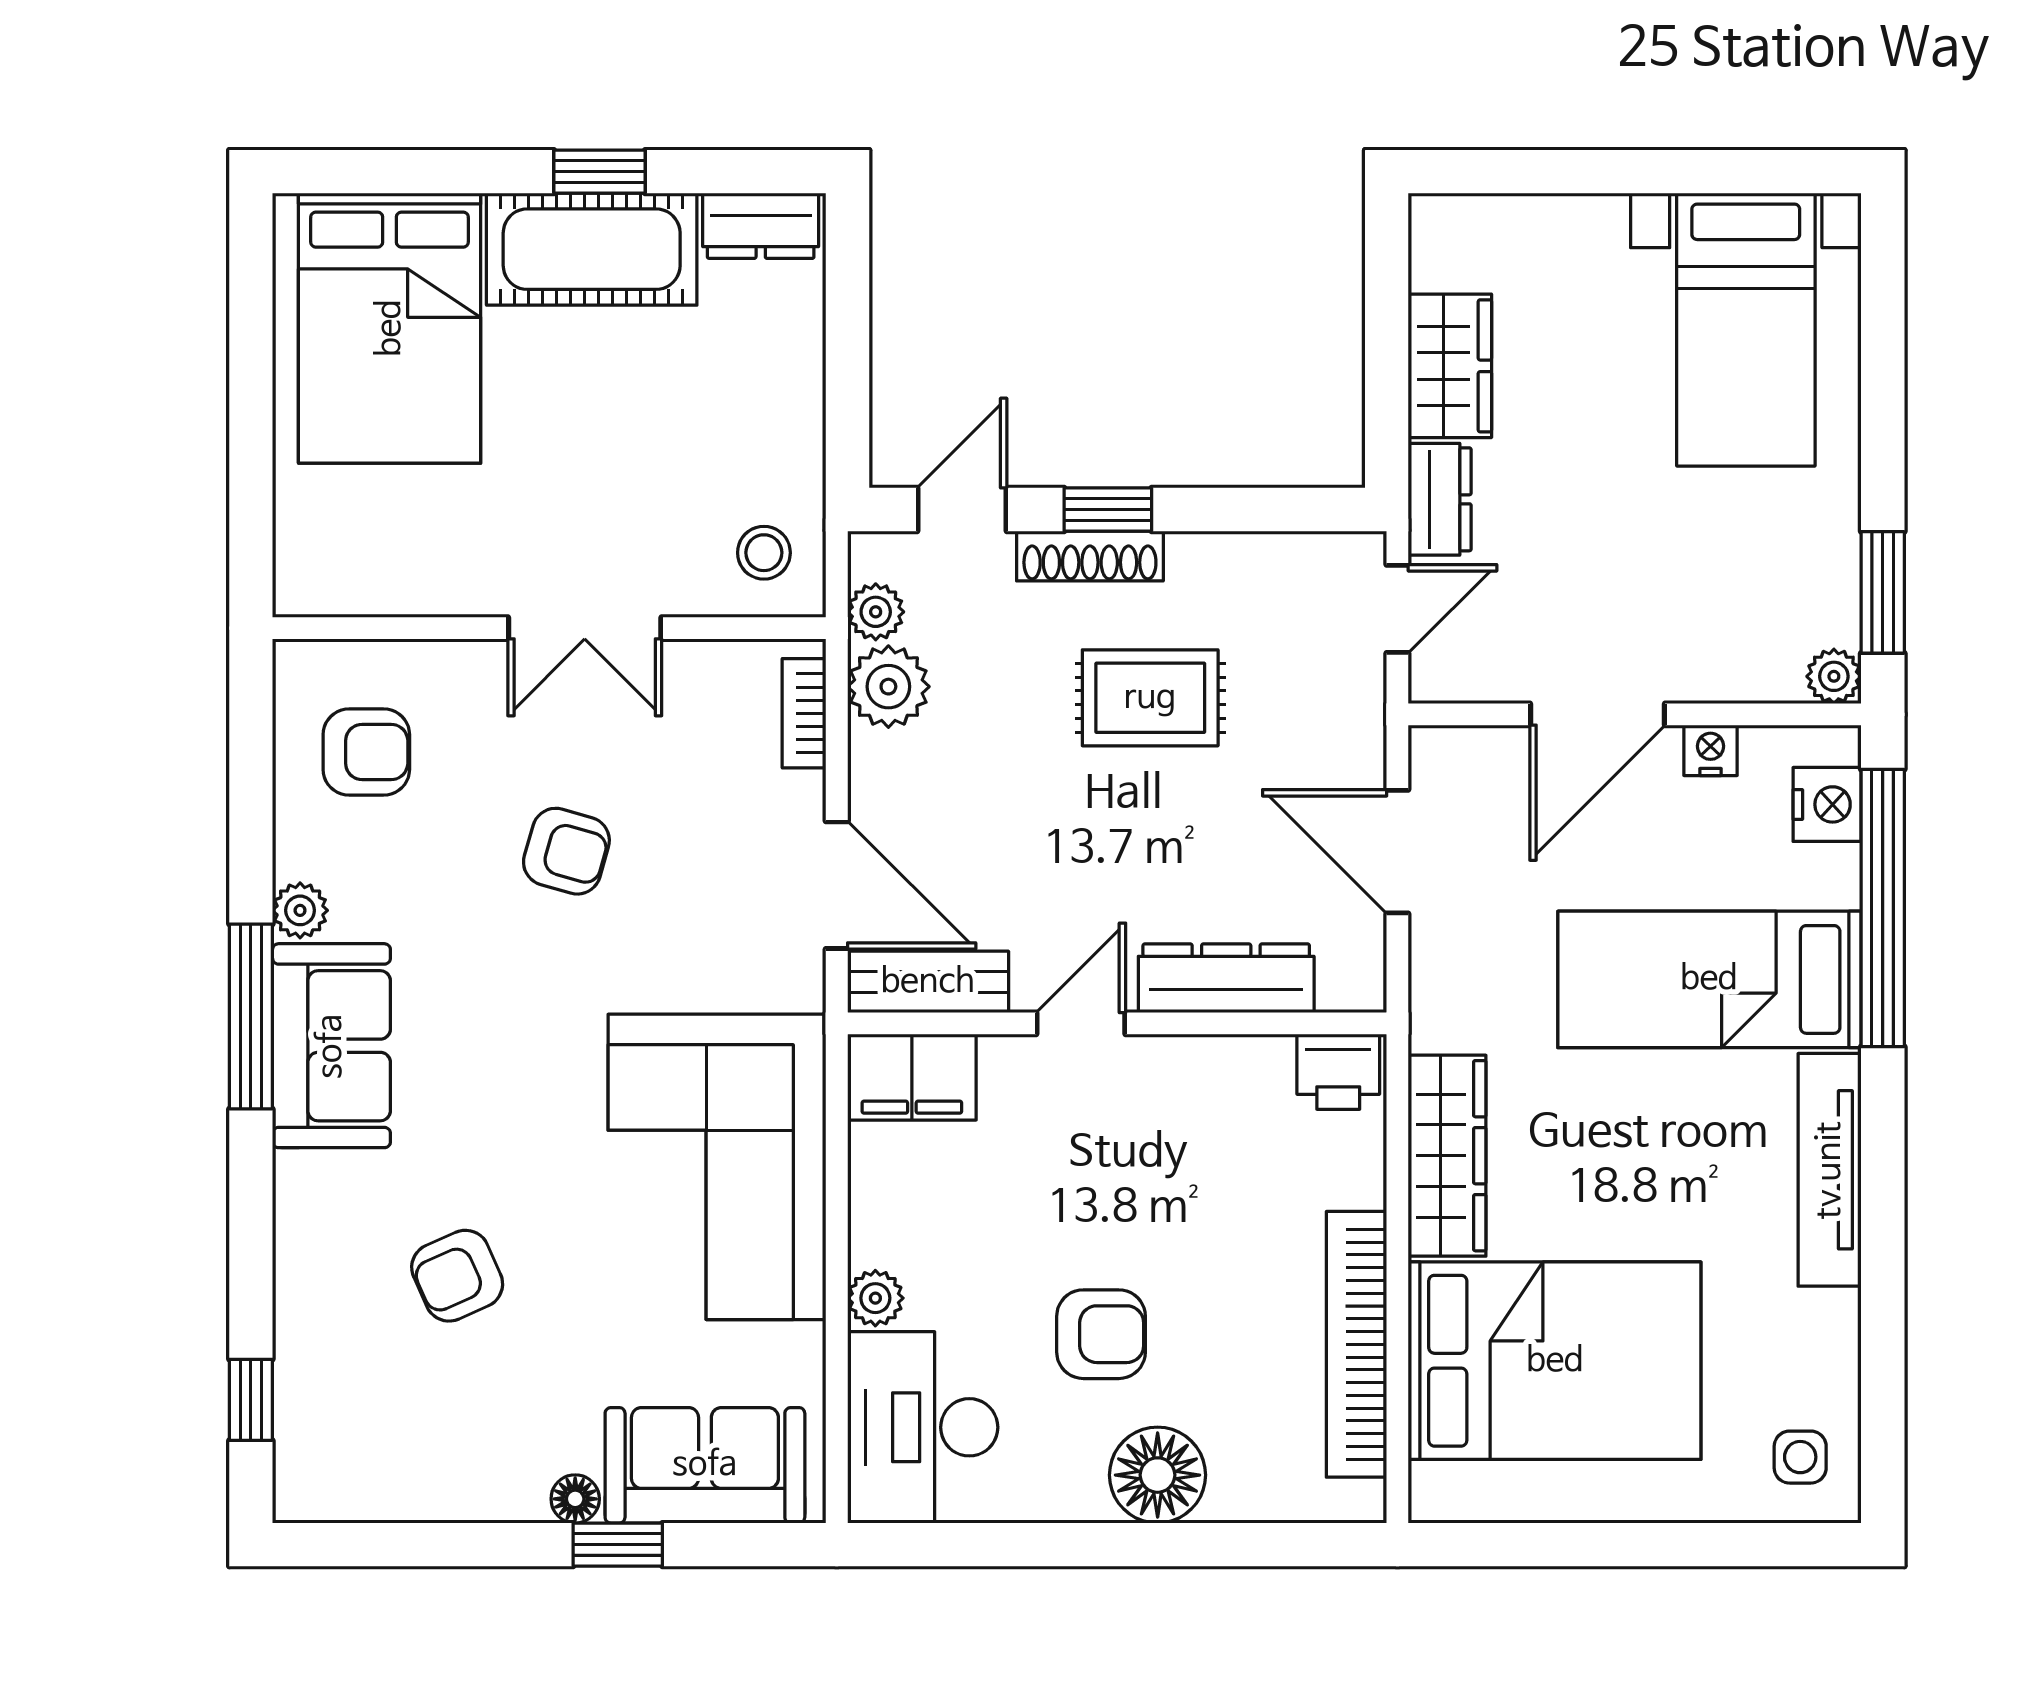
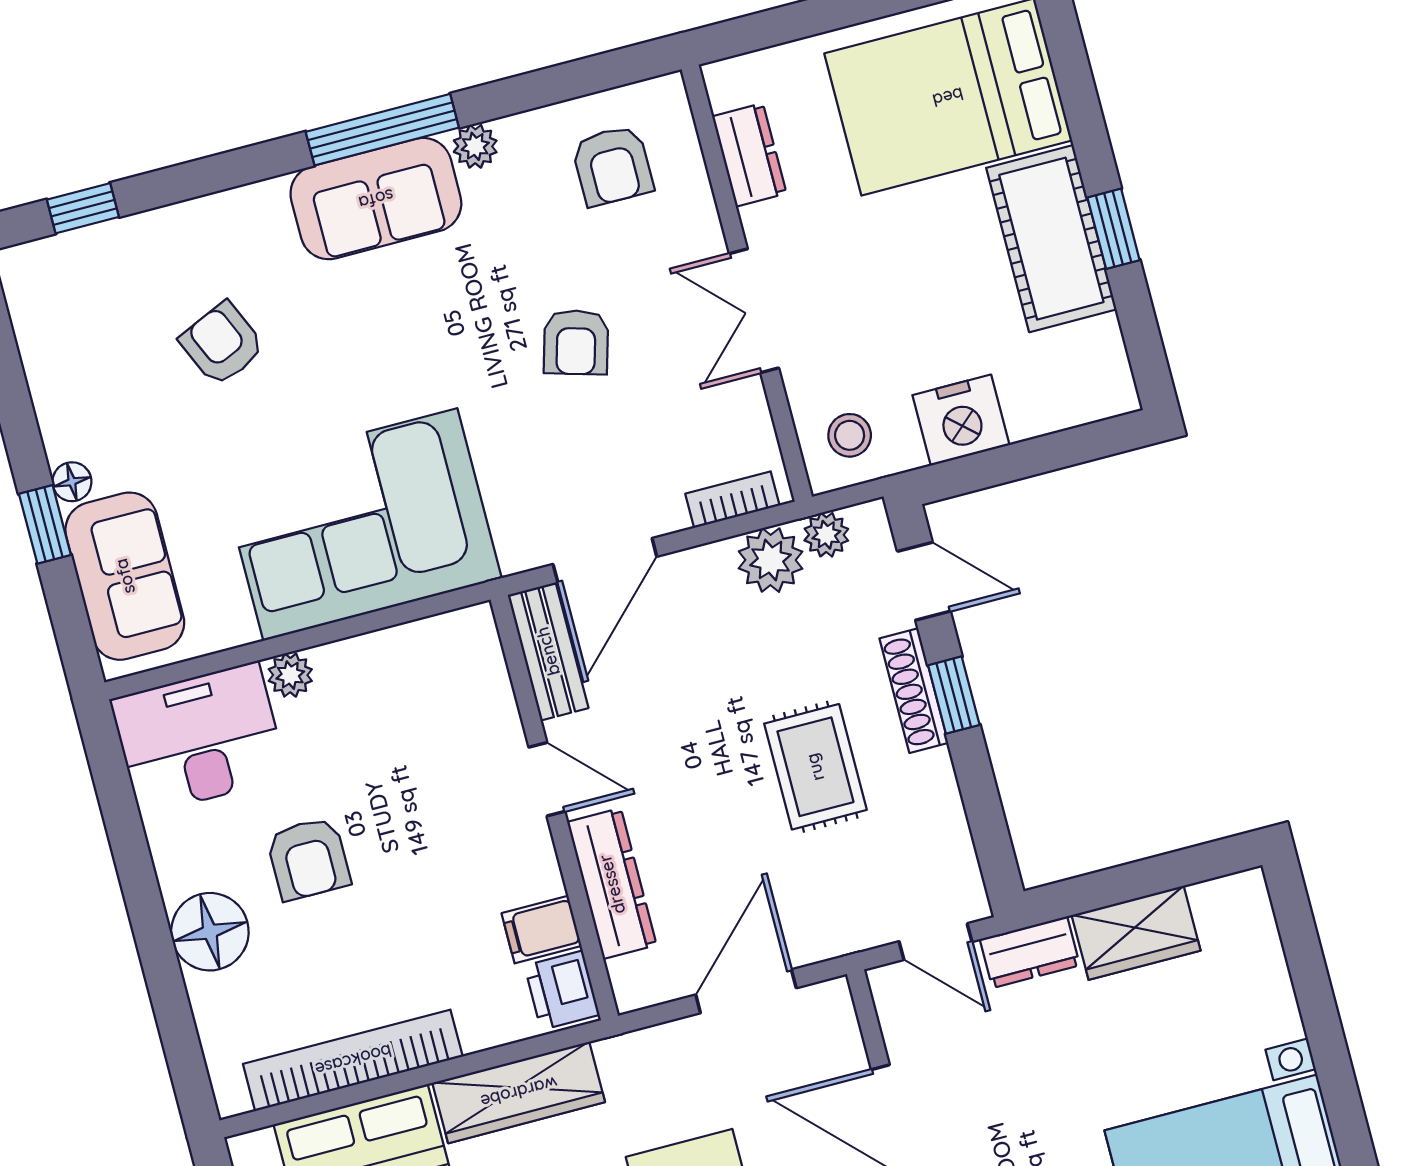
dresser: (761, 226) -> (749, 155), moved, turned 180
nightstand: (781, 414) -> (961, 420), added
filing cabinet: (912, 1077) -> (541, 929), moved, width x0.50

